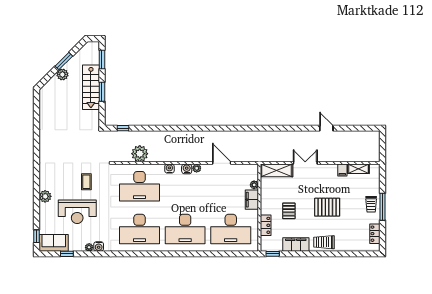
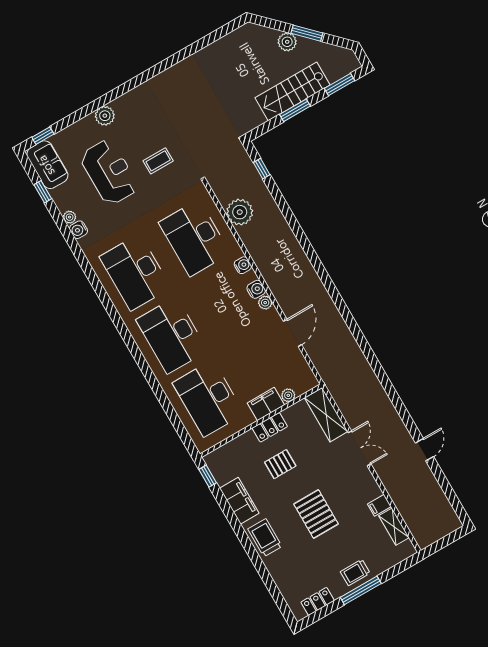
reception desk: (77, 212) -> (109, 172), turned 180
locker: (266, 225) -> (270, 427), moved

